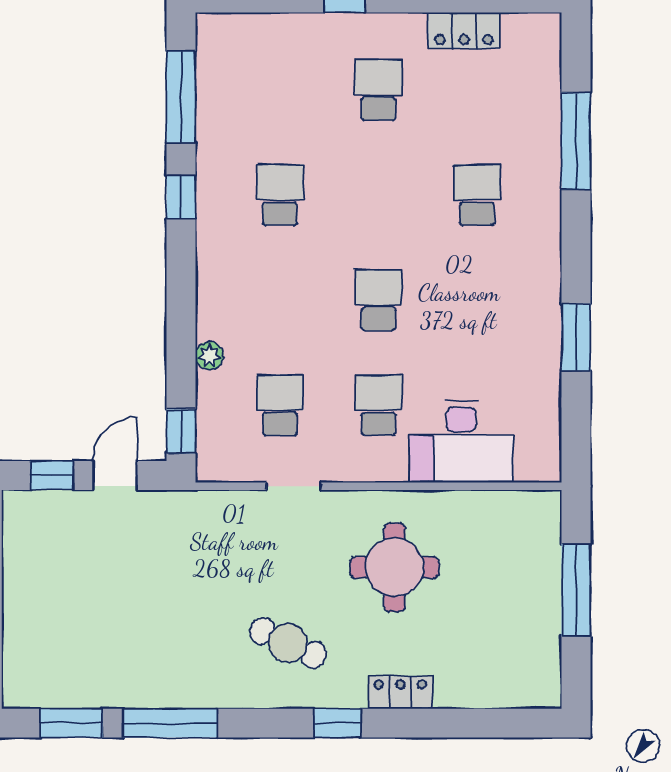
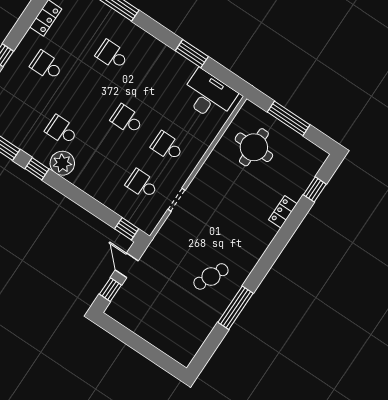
plant: (209, 356) -> (62, 163), moved, width x1.87, depth x1.87
desk: (461, 442) -> (209, 96), moved, turned -90
round table: (394, 567) -> (254, 147), moved
cafe table: (288, 643) -> (211, 276), moved
window: (71, 723) -> (210, 346), removed
window: (338, 723) -> (315, 189), moved

